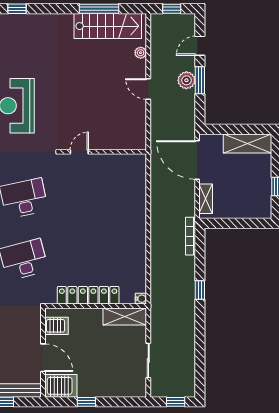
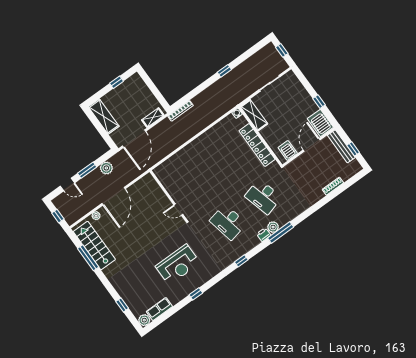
plant: (186, 80) -> (106, 168), moved
door: (148, 89) -> (114, 196), width x1.88
window: (200, 290) -> (224, 71), moved

